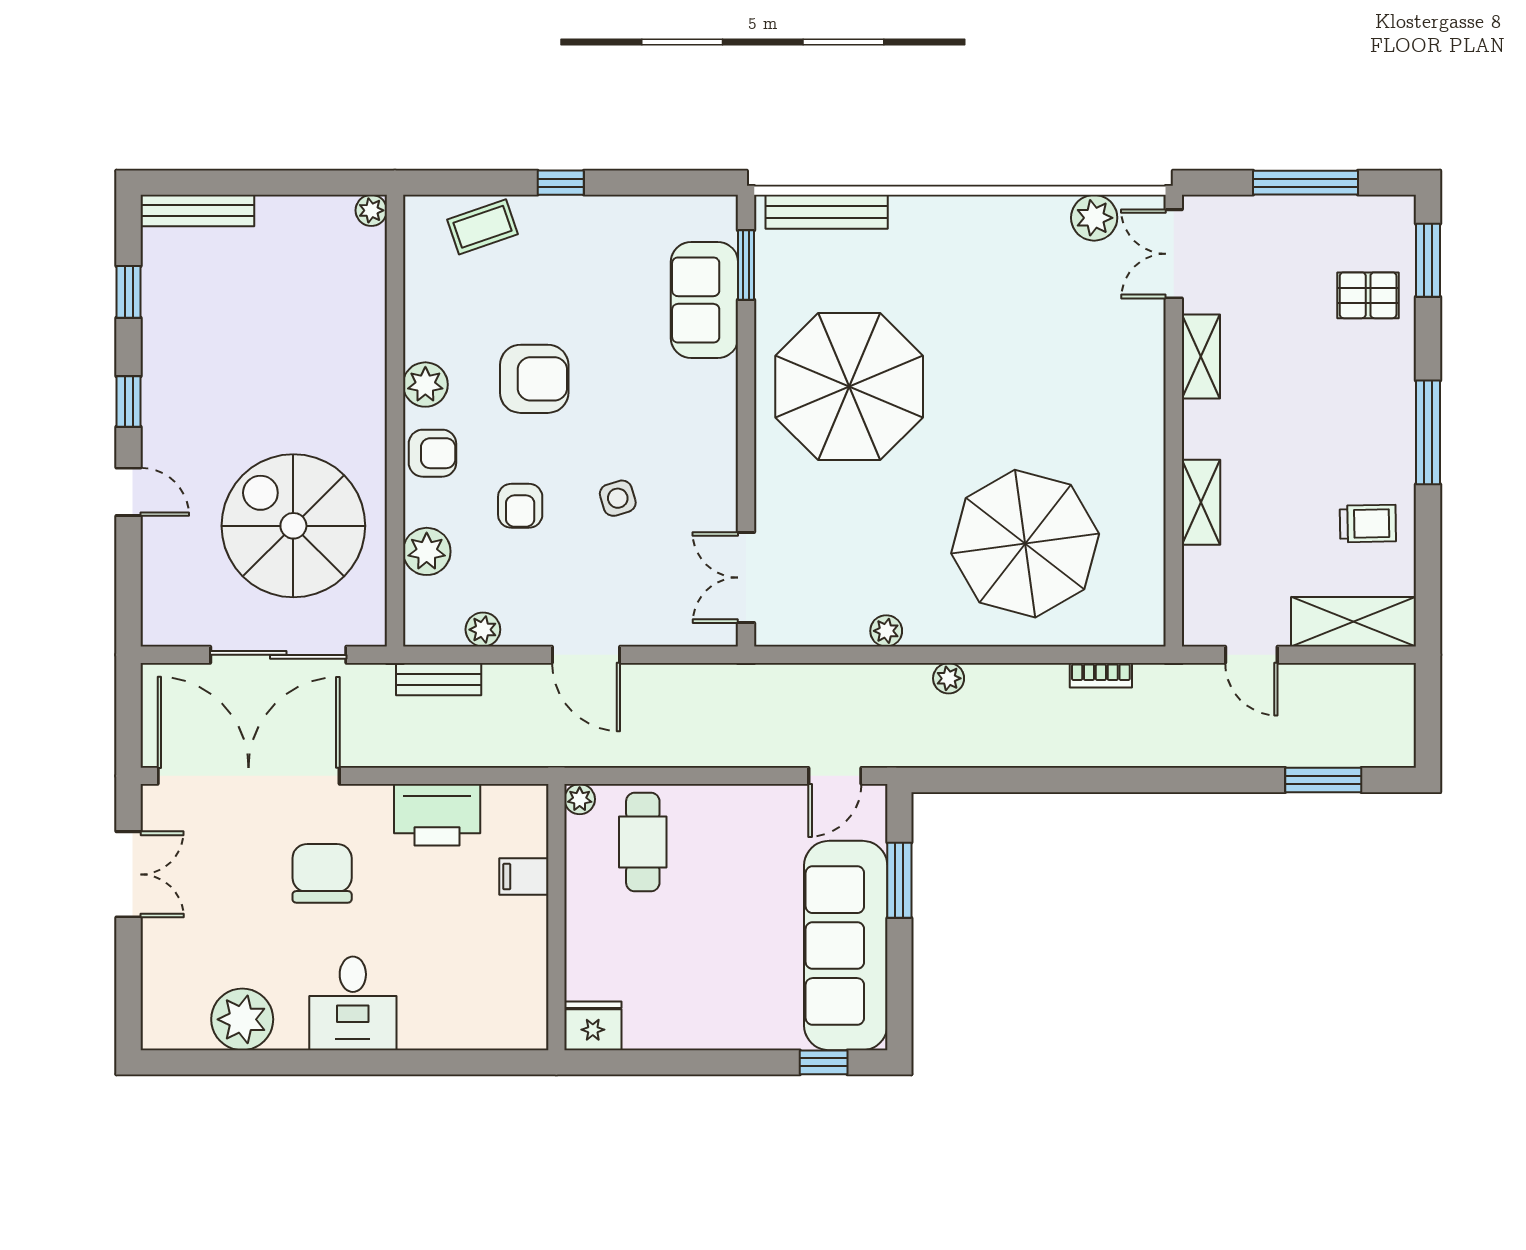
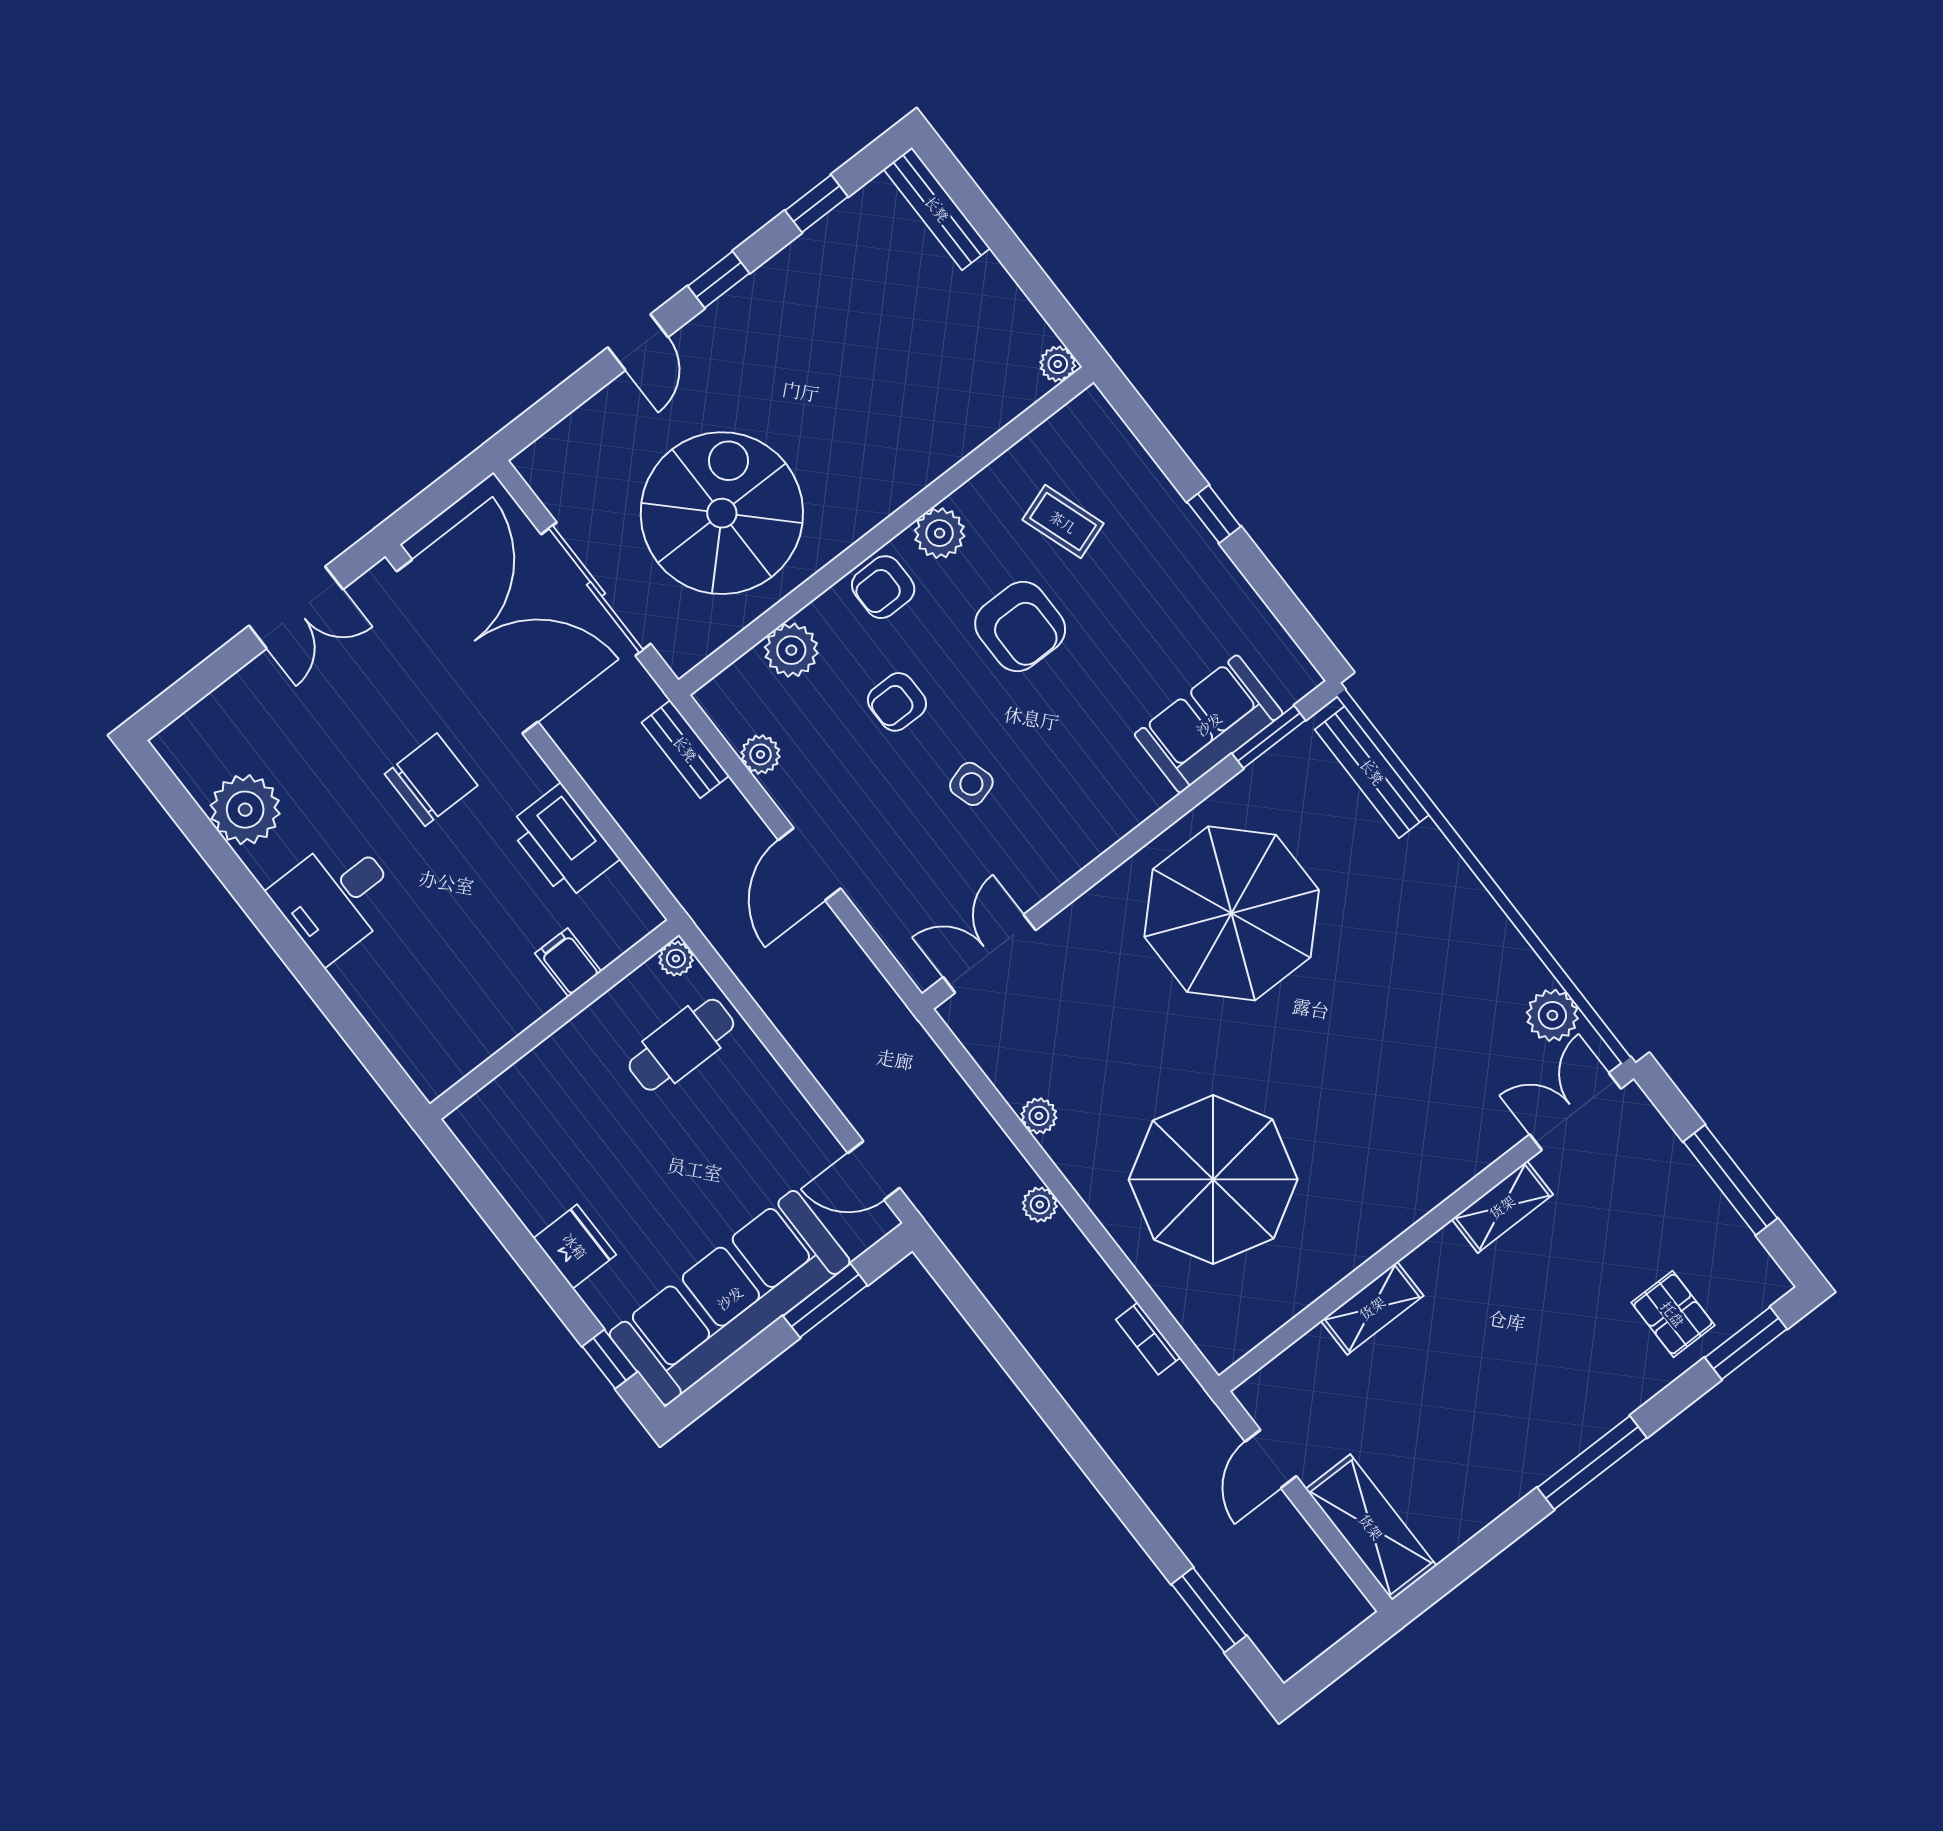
coffee table: (483, 227) -> (1063, 522), moved
armchair: (432, 453) -> (883, 587), turned 90
trolley: (1368, 524) -> (1469, 1472), removed
fridge: (593, 1026) -> (575, 1246), moved

